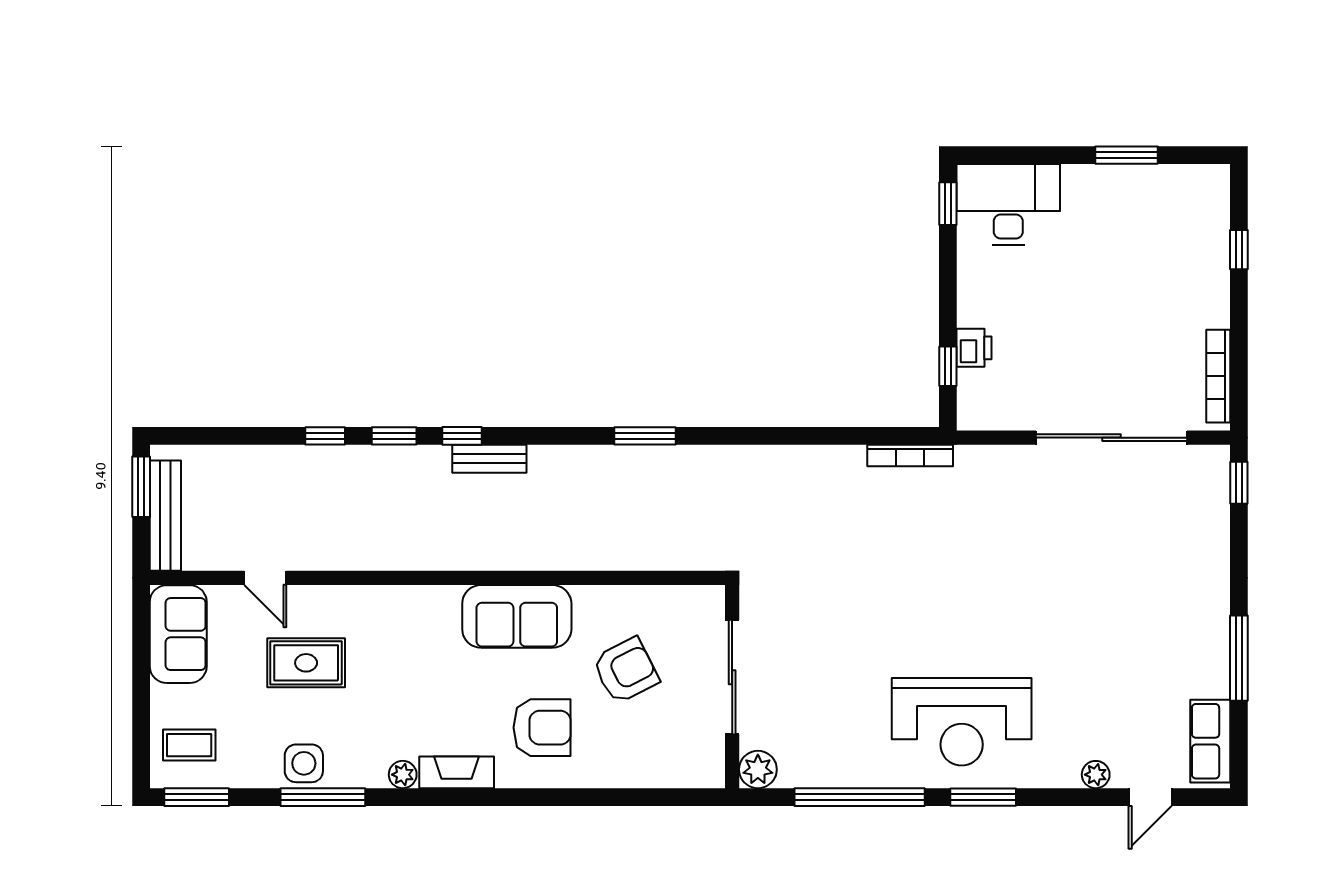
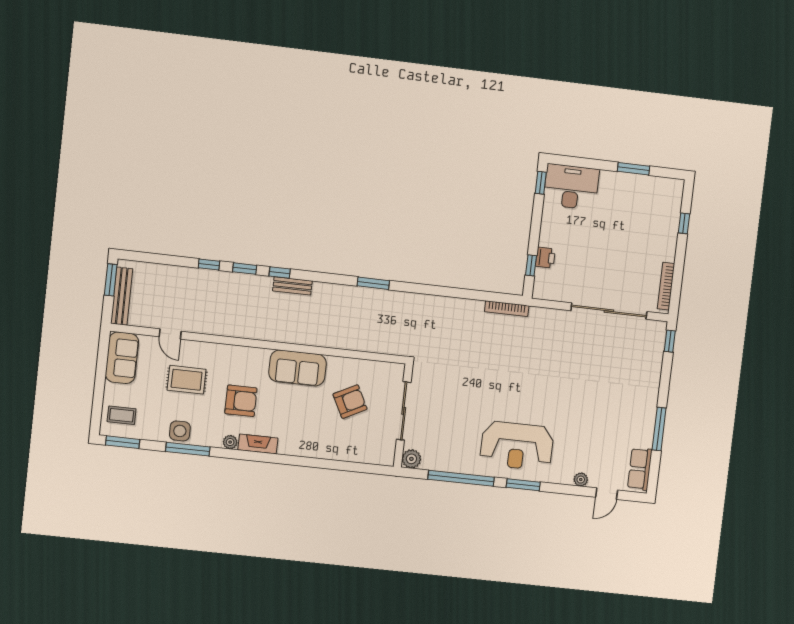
armchair: (542, 728) -> (241, 401), moved

